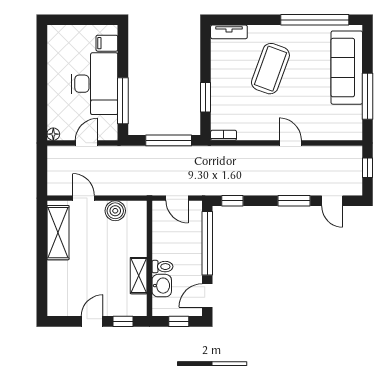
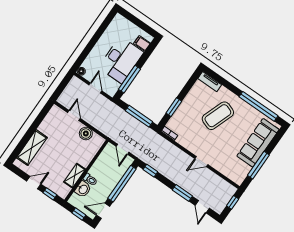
door: (87, 143) -> (95, 88), hinge flipped
door: (290, 143) -> (201, 162), swing flipped
shelving: (58, 233) -> (32, 148), moved

